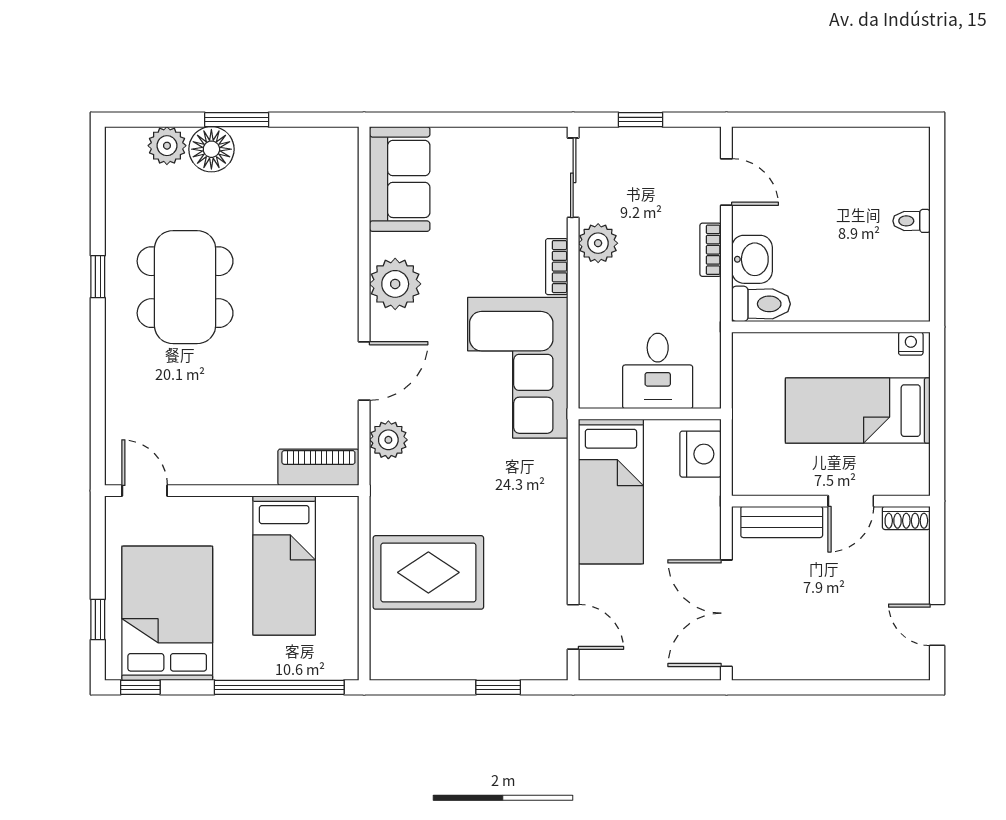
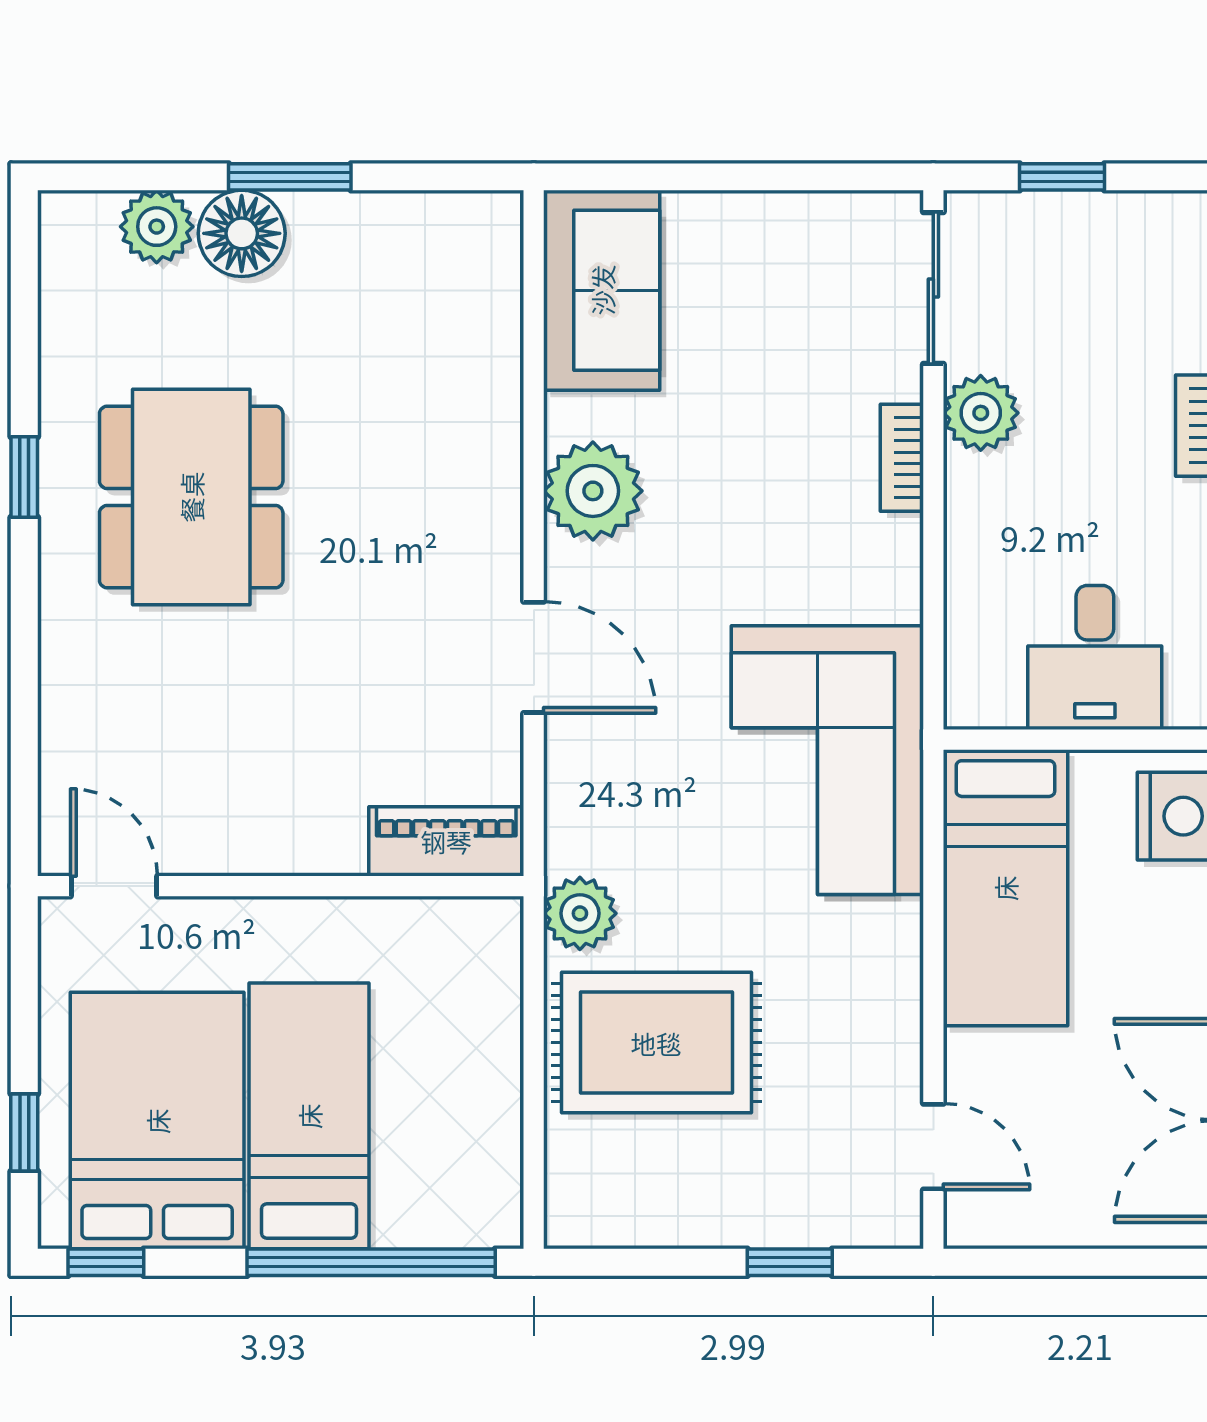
corner sofa: (518, 368) -> (827, 760), moved
door: (364, 371) -> (534, 657), hinge flipped
plant: (388, 440) -> (580, 913), moved
bed: (284, 565) -> (309, 1116), moved, turned 180

